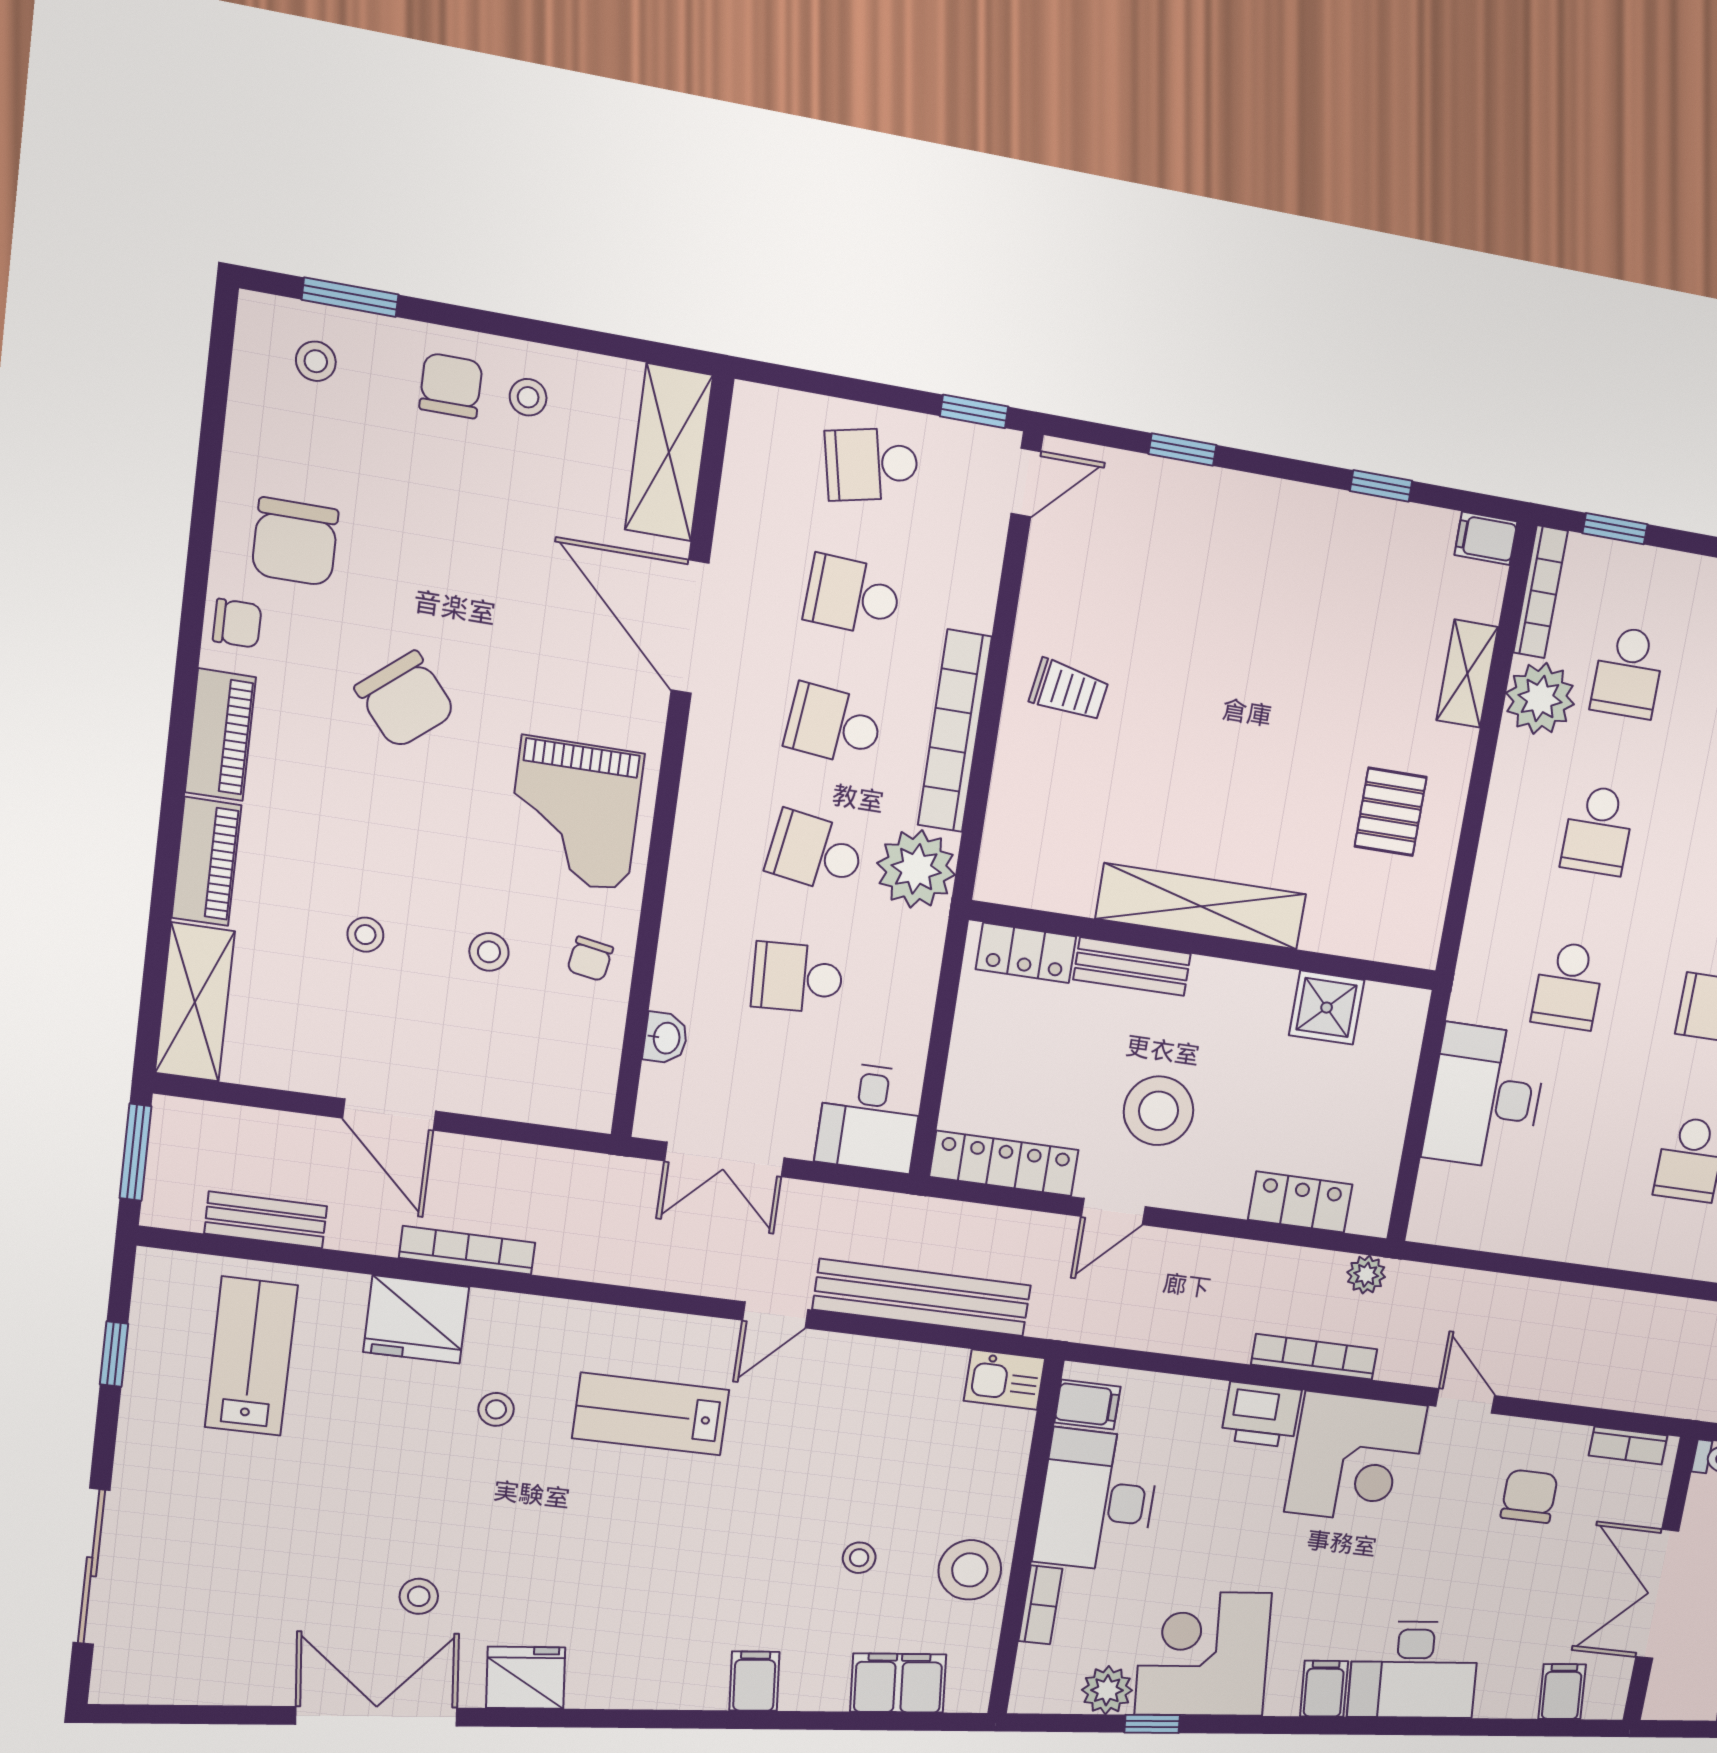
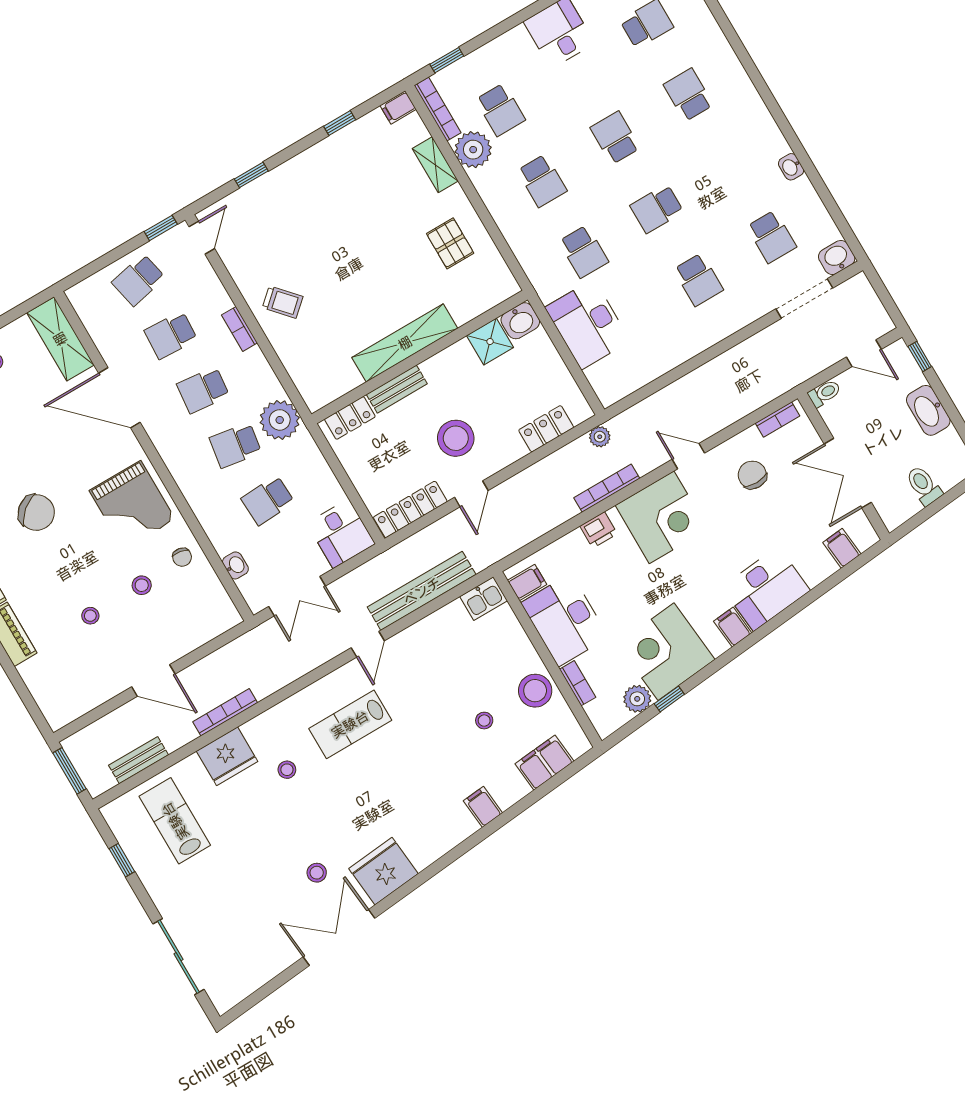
trolley: (1069, 690) -> (283, 302), turned 39
bookcase: (955, 731) -> (239, 329), width x0.43, depth x0.76
shelving: (195, 1002) -> (47, 693), removed
washbasin: (1395, 1013) -> (520, 321), added
printer: (1261, 1415) -> (598, 530), width x0.73, depth x0.81
fridge: (526, 1678) -> (384, 871), width x1.36, depth x1.34

